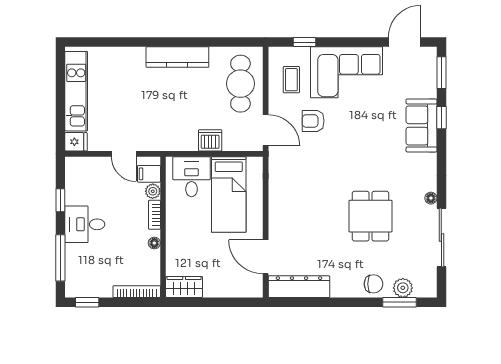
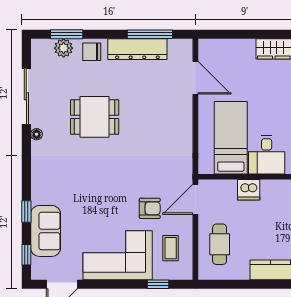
window: (441, 73) -> (26, 255), width x0.67
cafe table: (240, 84) -> (220, 244), width x0.73, depth x0.74
sofa: (421, 125) -> (46, 231), moved
door: (266, 130) -> (195, 199), hinge flipped
dining table: (370, 216) -> (95, 117), turned 90
dresser: (299, 287) -> (137, 49), moved
window: (313, 302) -> (150, 34), added

